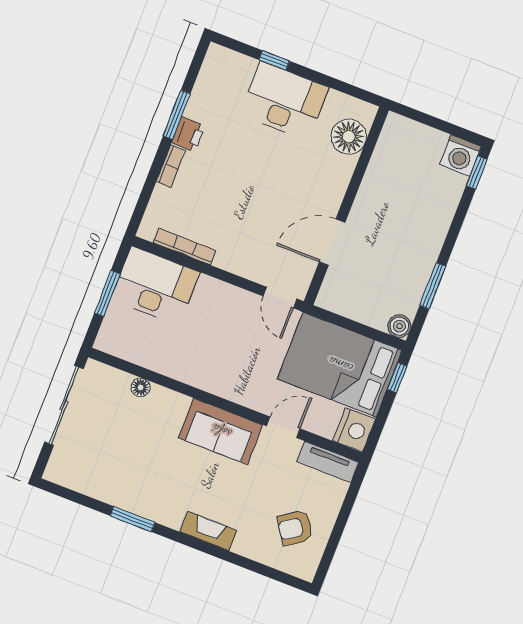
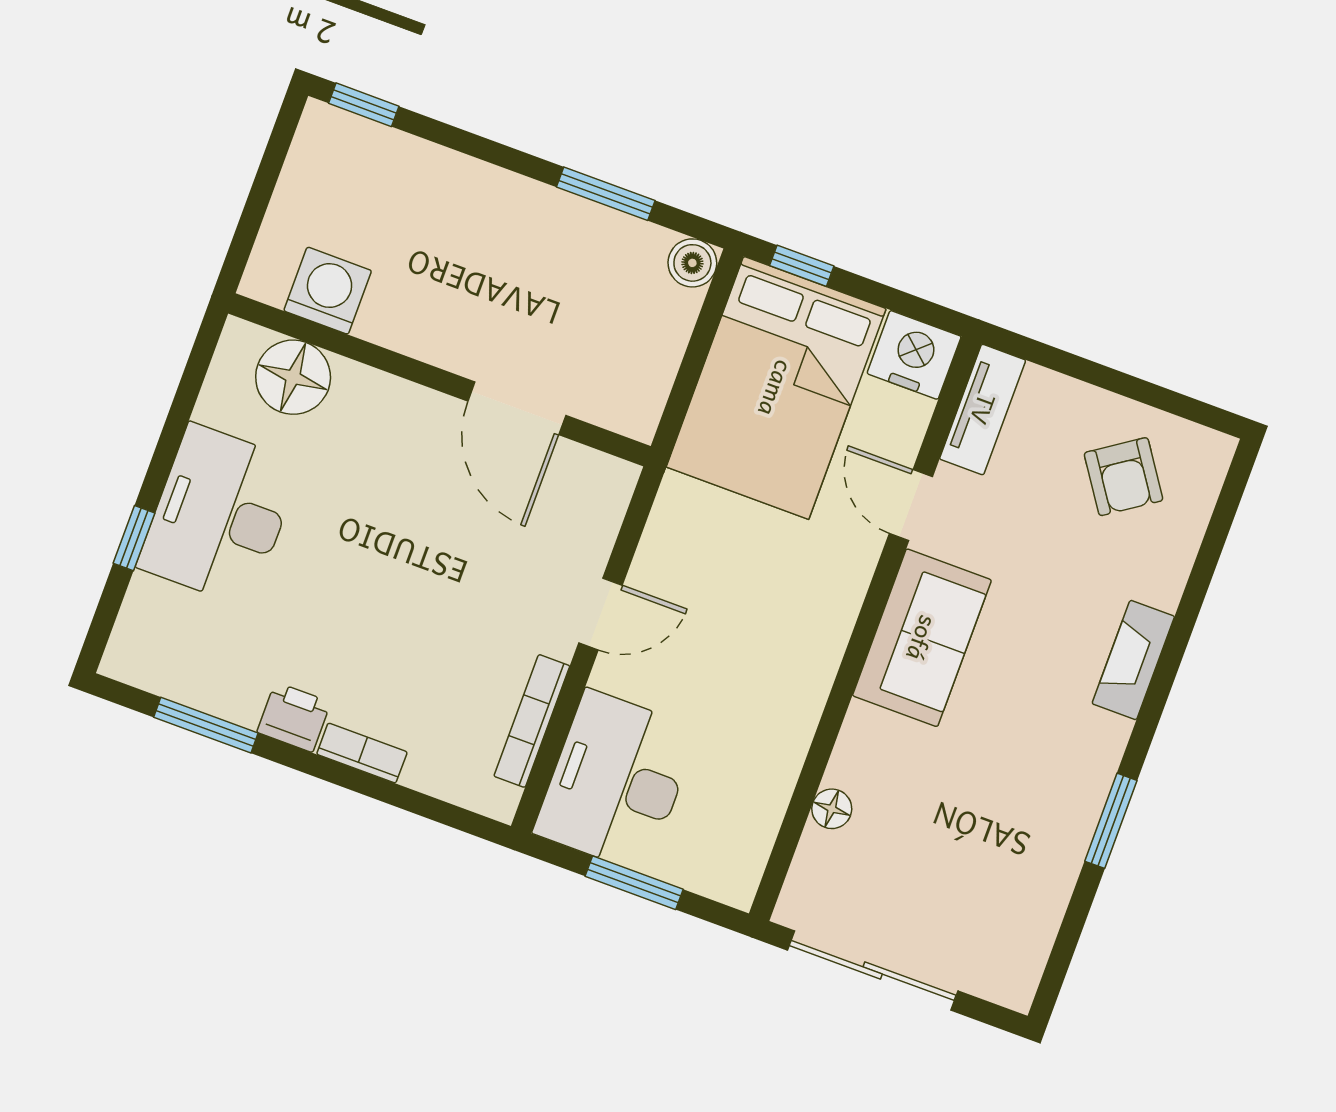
window: (177, 115) -> (206, 725), moved
washing machine: (460, 155) -> (328, 291), moved, turned -90
door: (280, 298) -> (601, 614), moved

